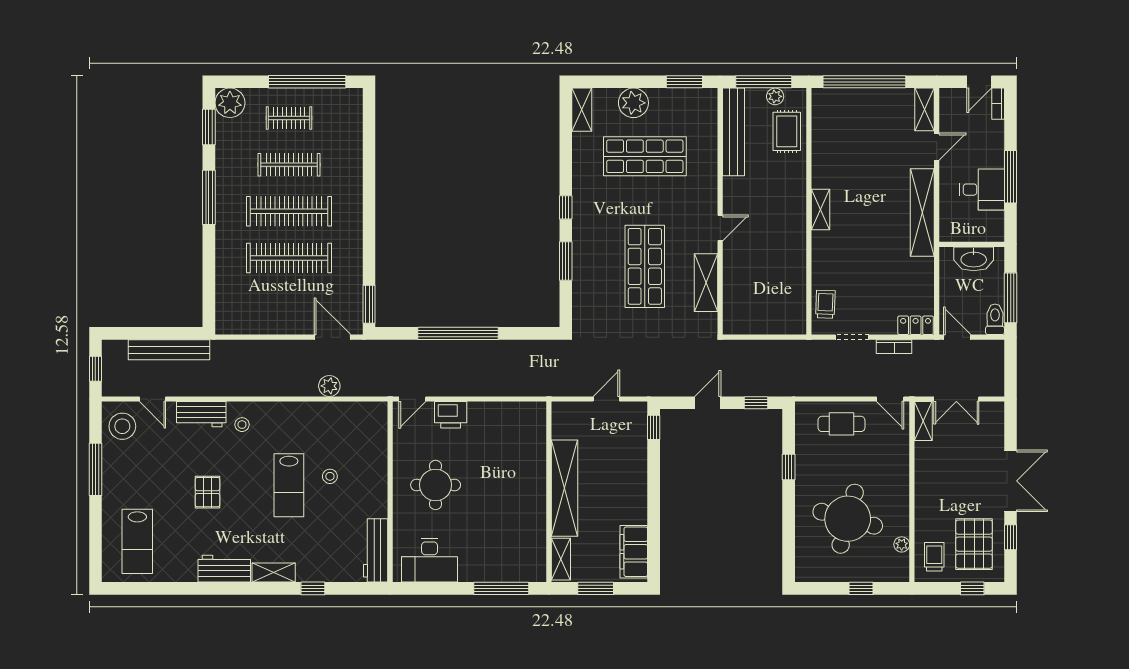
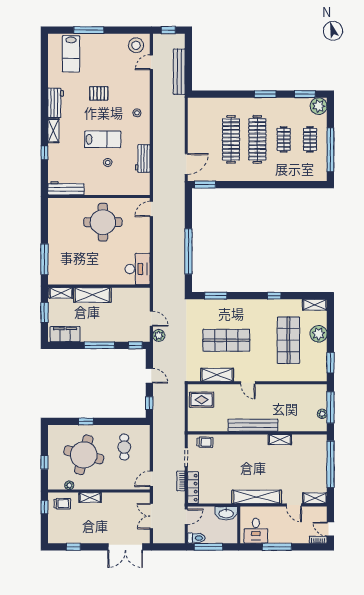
rug: (787, 131) -> (202, 400), moved
bench: (734, 132) -> (253, 425), moved
clothes rail: (289, 165) -> (284, 139), width x0.73
desk: (982, 190) -> (256, 531), moved
window: (209, 197) -> (265, 94), width x0.69
window: (566, 207) -> (274, 296), moved
shelving: (820, 209) -> (280, 439), moved
washbasin: (974, 259) -> (226, 513), moved, turned -90
window: (566, 261) -> (216, 296), moved
locker: (916, 325) -> (193, 488), width x1.53
window: (458, 333) -> (188, 251), moved
plant: (329, 386) -> (159, 335), moved
door: (412, 399) -> (151, 209), hinge flipped
workbench: (201, 414) -> (143, 158), moved
printer: (451, 415) -> (142, 231), removed
shelving: (923, 421) -> (90, 497), moved
cafe table: (841, 424) -> (124, 447), moved
window: (789, 467) -> (86, 421), moved
window: (95, 469) -> (89, 30), moved
double door: (1011, 481) -> (125, 547), moved
lab bench: (289, 485) -> (103, 139), turned 180
round table: (436, 485) -> (103, 222), width x1.36, depth x1.36
shelving: (565, 488) -> (92, 295), width x0.68
window: (654, 491) -> (99, 345), added
lab bench: (137, 541) -> (71, 54), turned -90
pallet: (974, 544) -> (69, 526), removed
desk: (430, 560) -> (138, 269), moved, turned 180
window: (972, 588) -> (44, 507), moved

